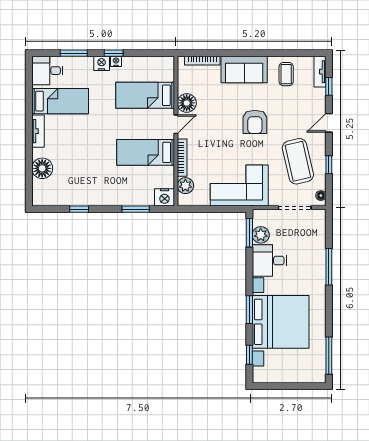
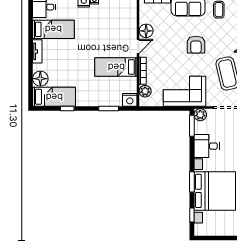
bed: (145, 95) -> (54, 97), moved, turned 180
plant: (261, 235) -> (200, 115), moved

